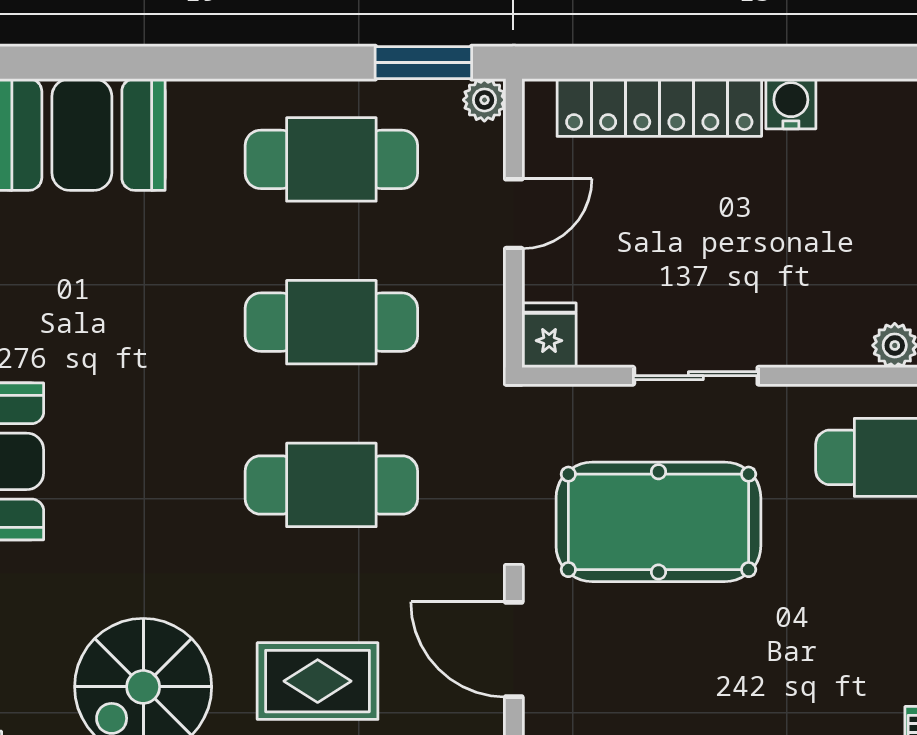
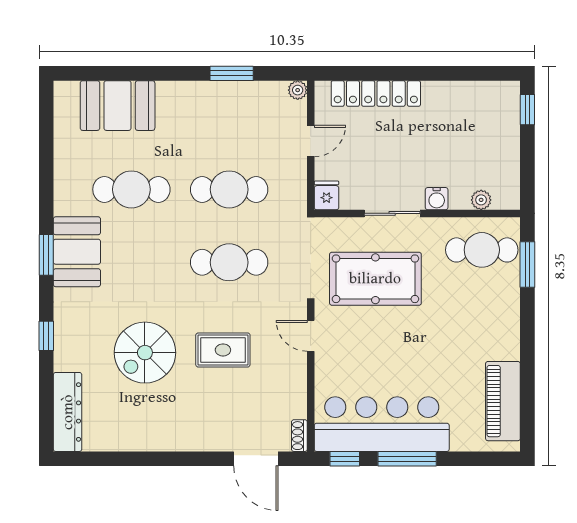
window: (423, 63) -> (232, 73), moved
water cooler: (791, 104) -> (437, 199), moved, turned 180
cafe table: (331, 159) -> (131, 189), moved
door: (514, 650) -> (311, 336), width x0.73

